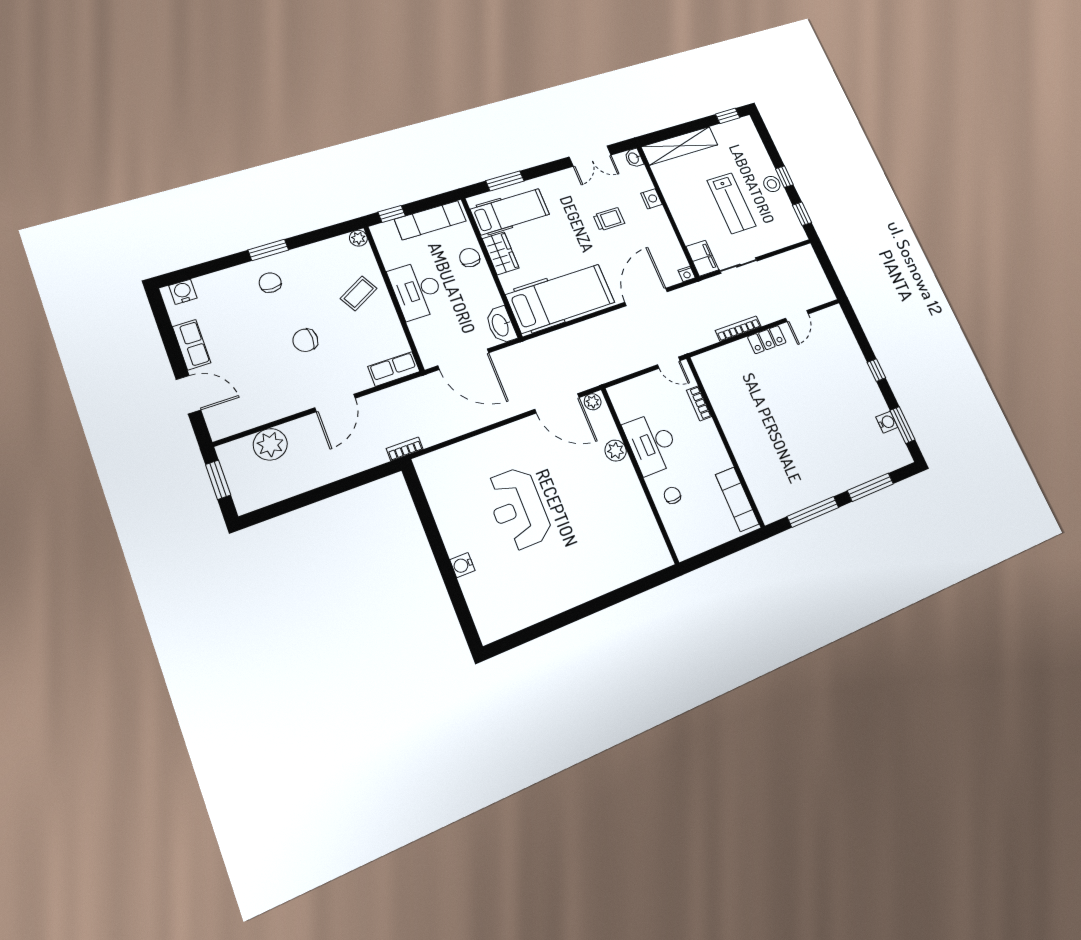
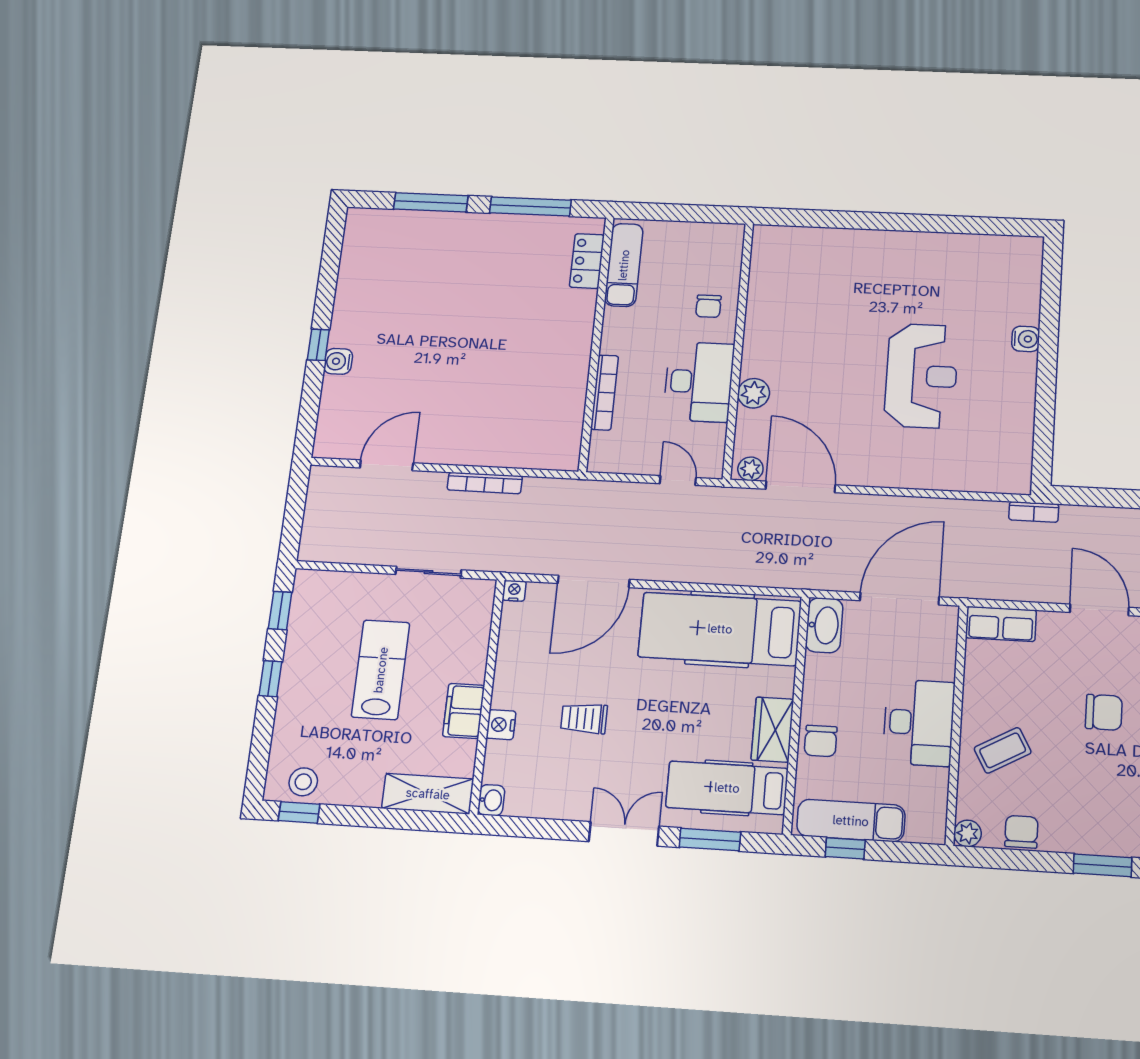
shelving: (680, 146) -> (428, 794), width x0.68
double door: (590, 156) -> (624, 834), moved
stool: (772, 184) -> (303, 782), moved
window: (392, 214) -> (845, 848), moved
filing cabinet: (702, 258) -> (464, 711), moved
chair: (270, 283) -> (1021, 832), moved, turned 180
door: (797, 316) -> (387, 465), width x1.38
locker: (767, 340) -> (587, 261), moved, turned -90
door: (463, 359) -> (900, 599), hinge flipped
door: (669, 363) -> (678, 481), moved
door: (335, 403) -> (1099, 610), hinge flipped
bookcase: (699, 403) -> (605, 392), width x1.56
water cooler: (887, 422) -> (338, 361), moved
window: (903, 425) -> (331, 259), removed

